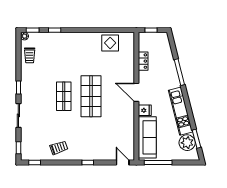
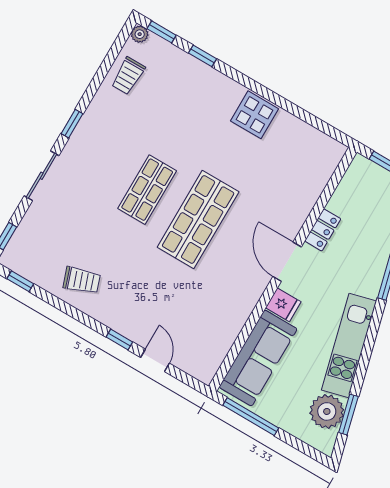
display table: (110, 43) -> (254, 115), moved
locker: (143, 61) -> (323, 230), moved
door: (123, 162) -> (155, 360), moved

